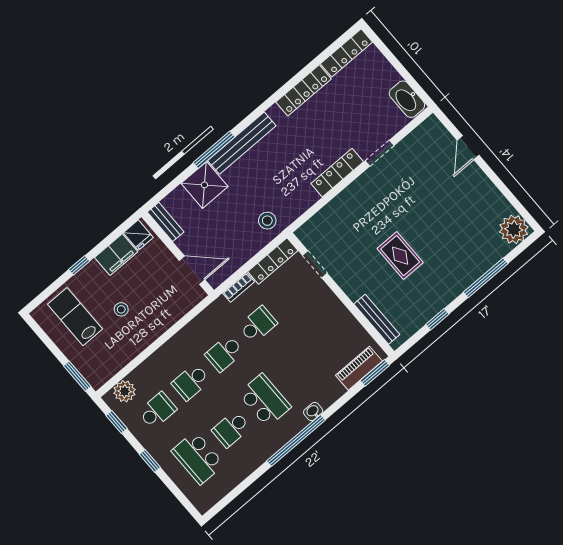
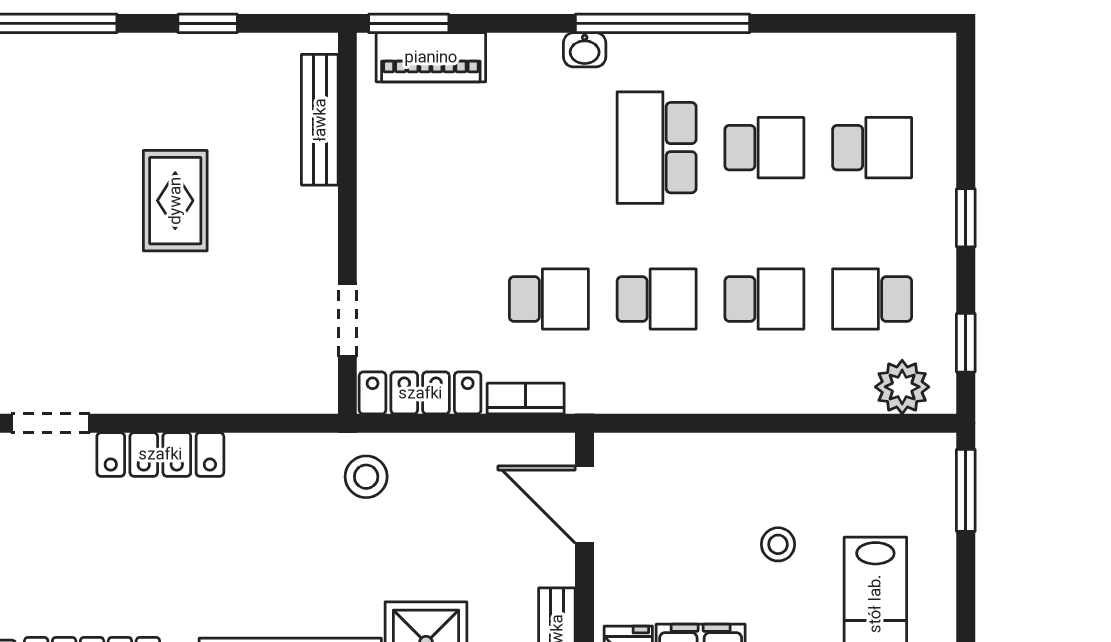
school desk: (258, 324) -> (549, 299), turned 180
school desk: (198, 458) -> (872, 148), width x0.54

